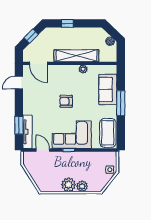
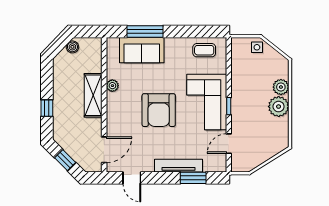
shelving: (76, 56) -> (93, 95), width x0.68
armchair: (66, 101) -> (159, 110), width x1.88, depth x1.88
window: (121, 103) -> (145, 32), moved
tv unit: (27, 132) -> (178, 166), moved
coffee table: (108, 133) -> (204, 50), width x0.54, depth x0.58

